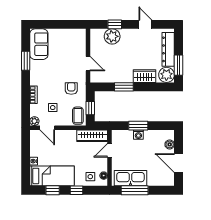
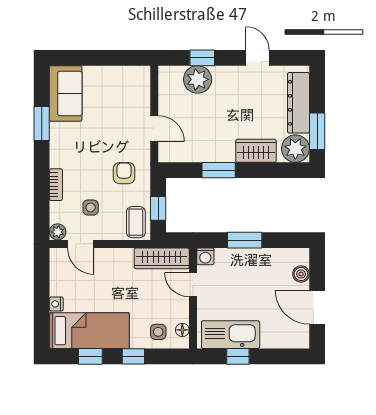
washing machine: (138, 135) -> (205, 256), moved
door: (110, 150) -> (193, 285), hinge flipped
window: (135, 190) -> (238, 356), width x0.46

